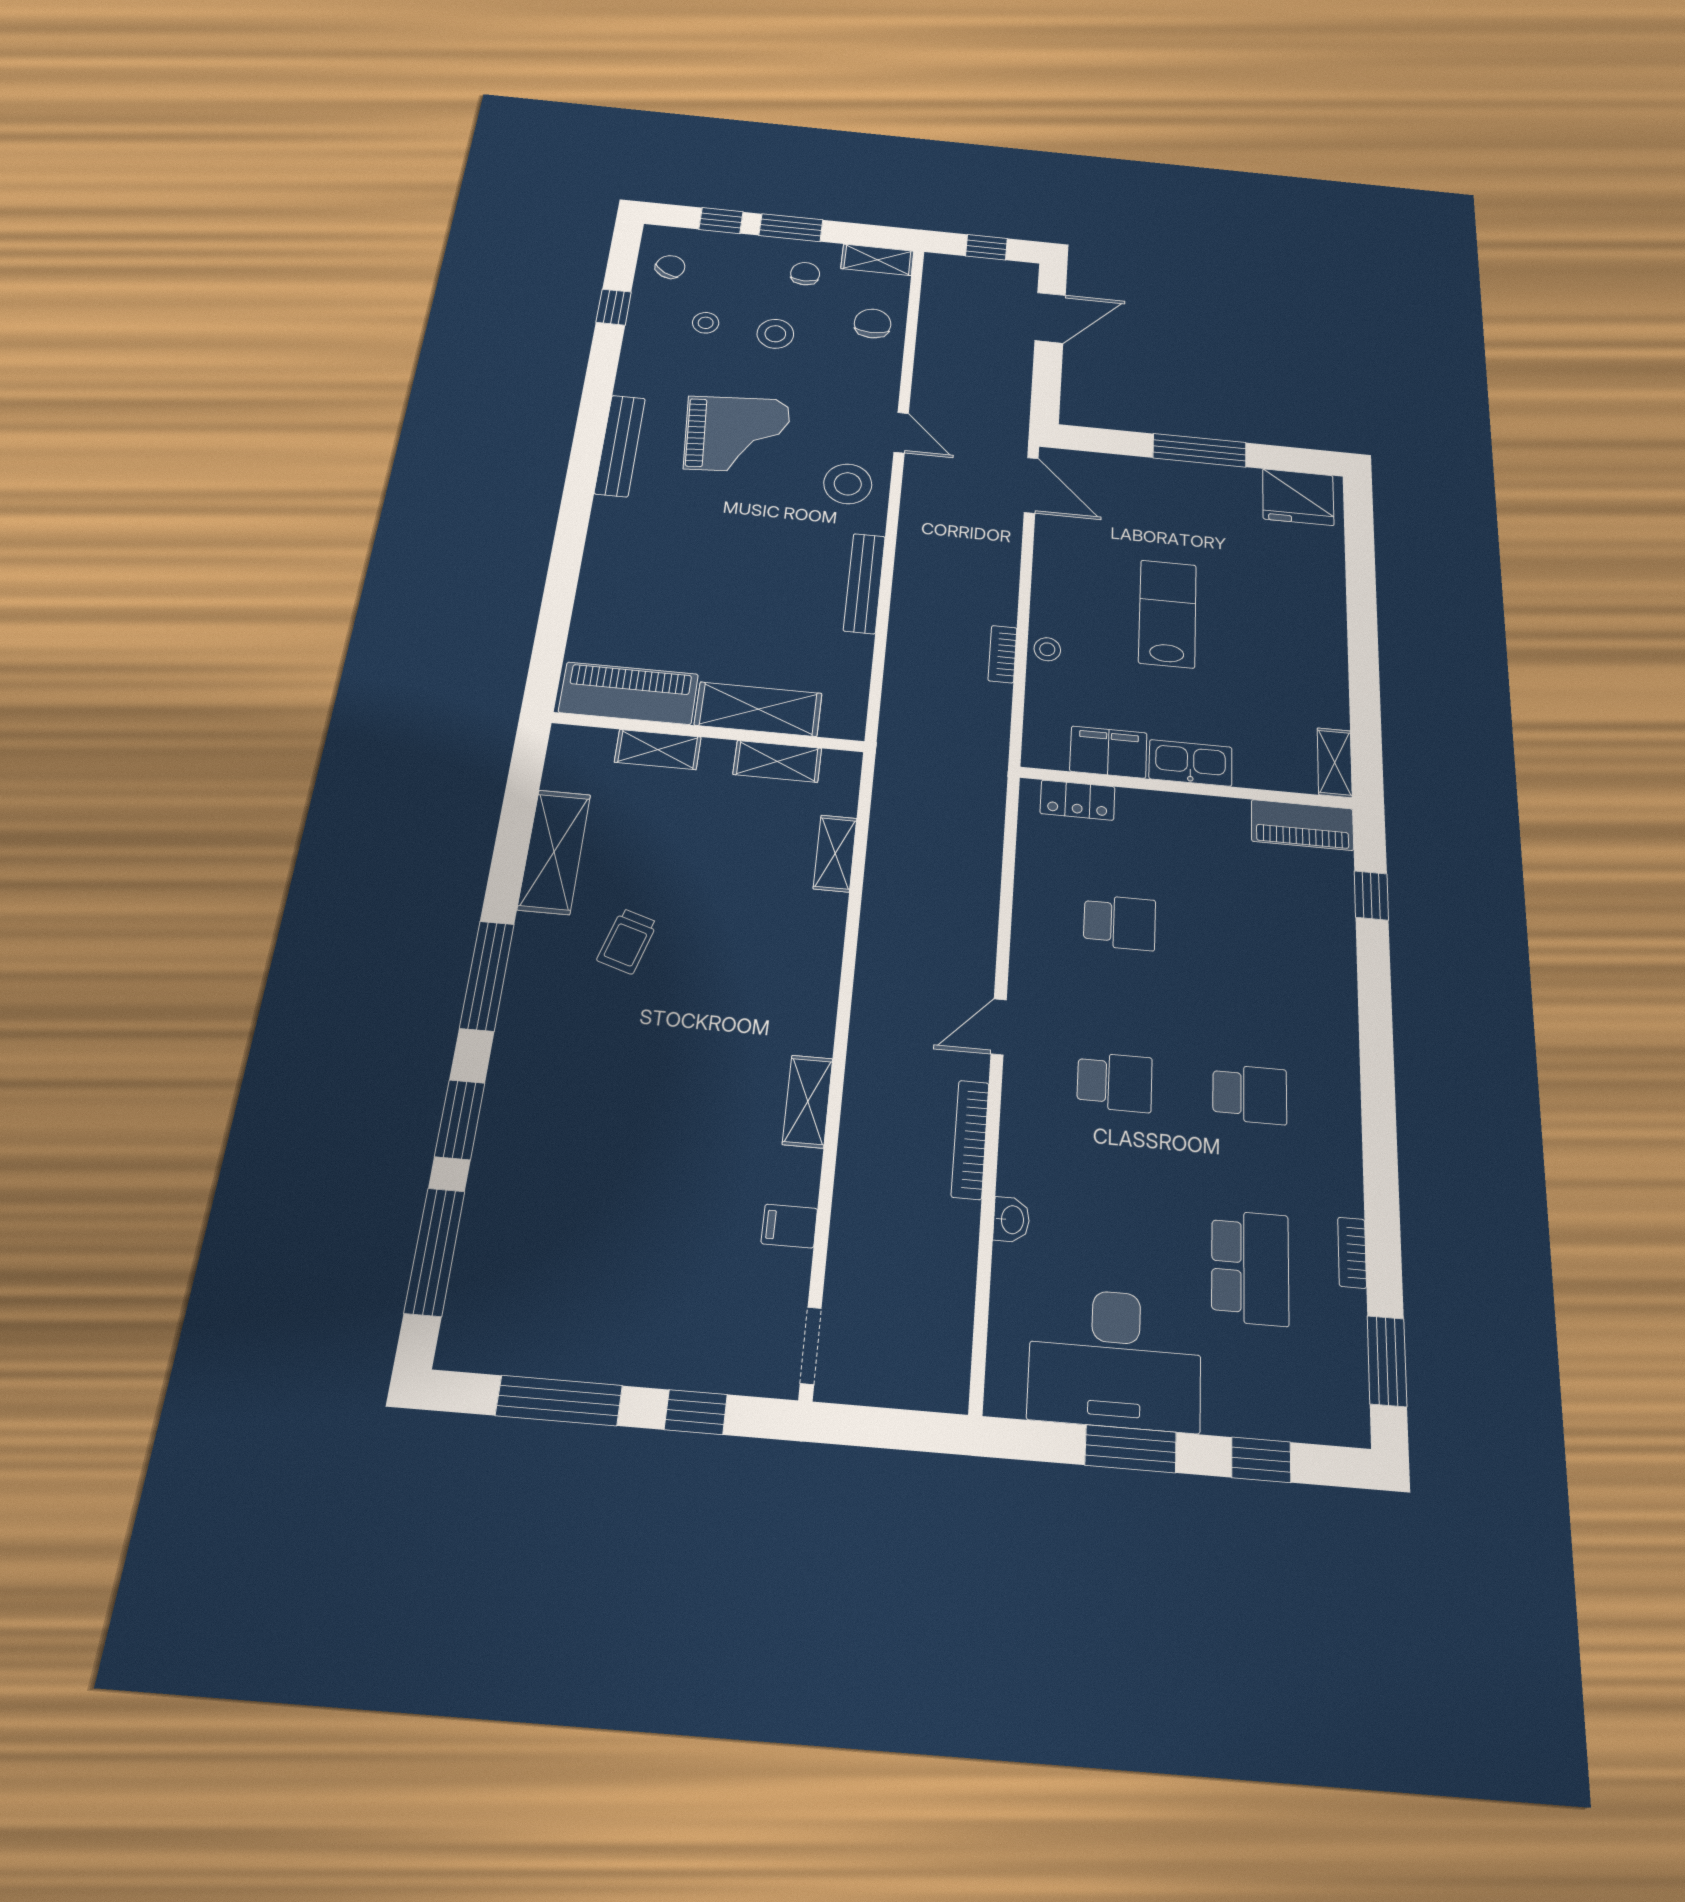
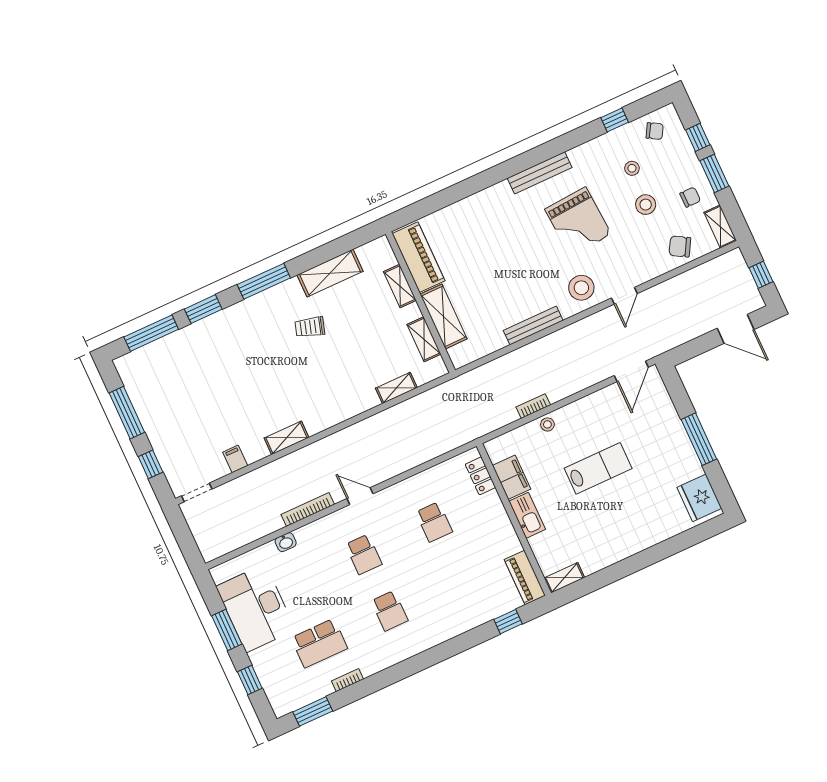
chair: (873, 323) -> (680, 246), turned -150

